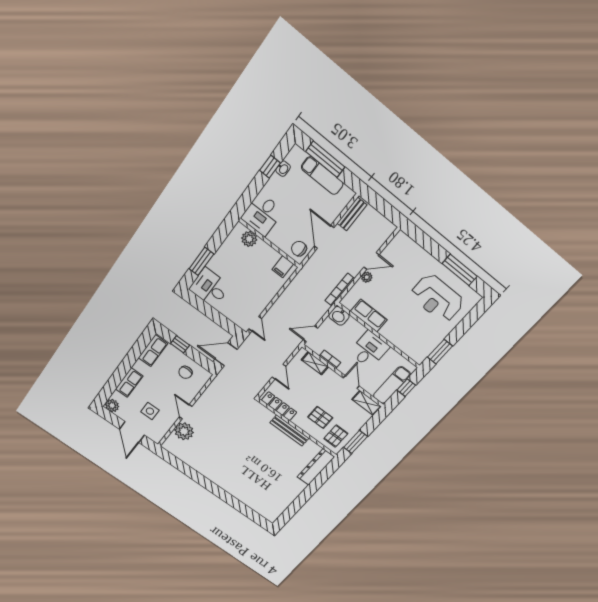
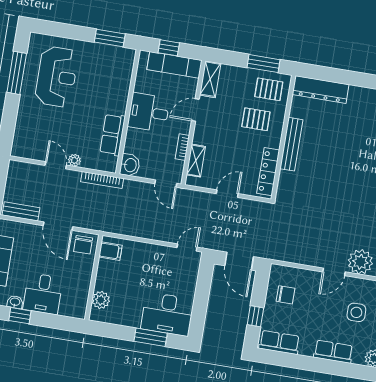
desk: (262, 214) -> (43, 294), moved, turned 90
door: (324, 237) -> (58, 226), hinge flipped
desk: (210, 288) -> (167, 314), width x1.37
pallet: (320, 417) -> (256, 119), turned 90

